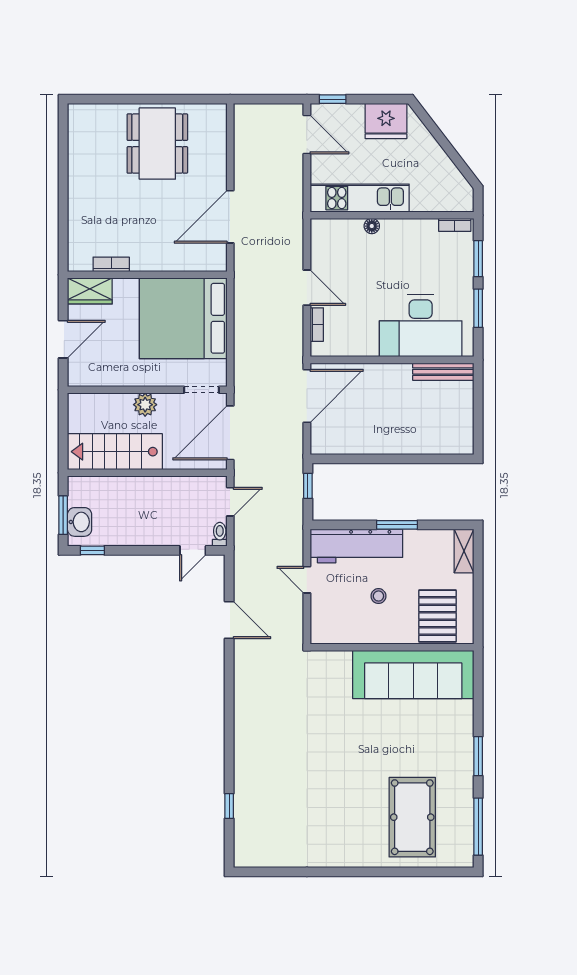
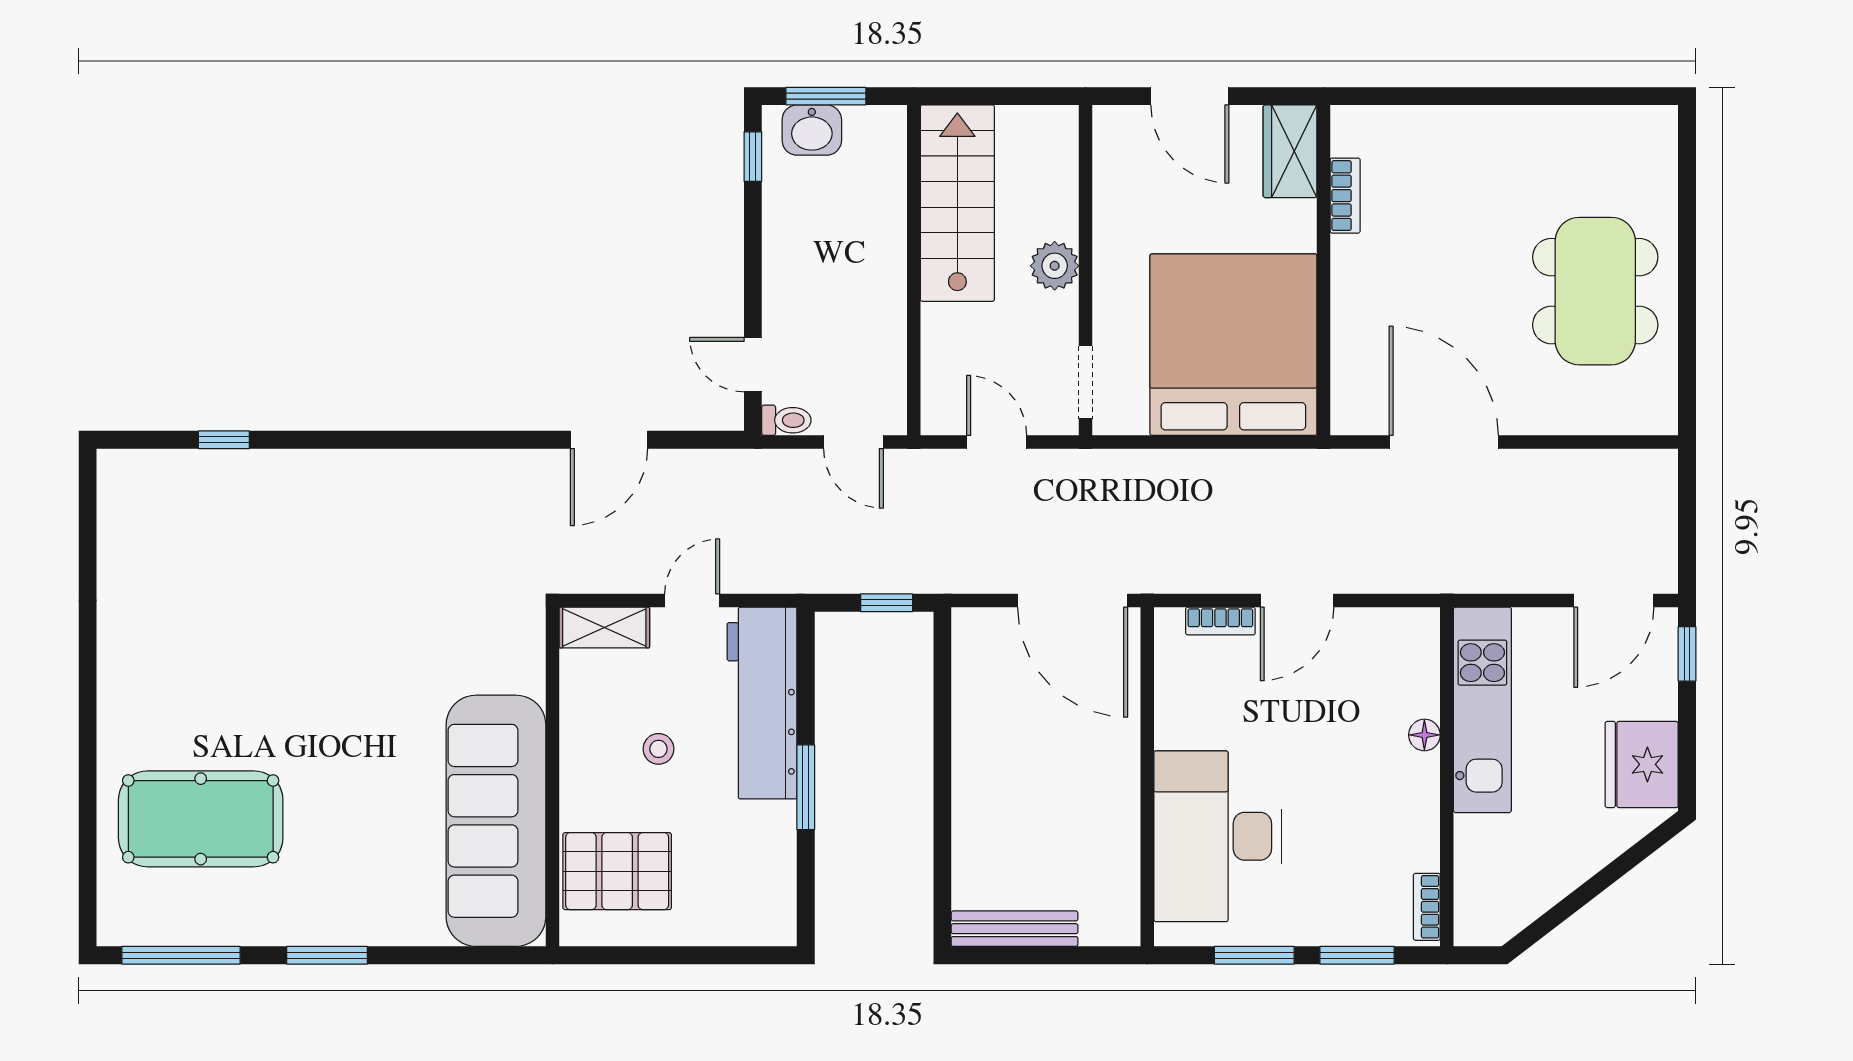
dining table: (157, 144) -> (1595, 291), turned 90
bench: (443, 372) -> (1015, 929), moved, turned 90
door: (230, 433) -> (997, 442), width x0.53
shelving: (464, 551) -> (604, 628), moved

